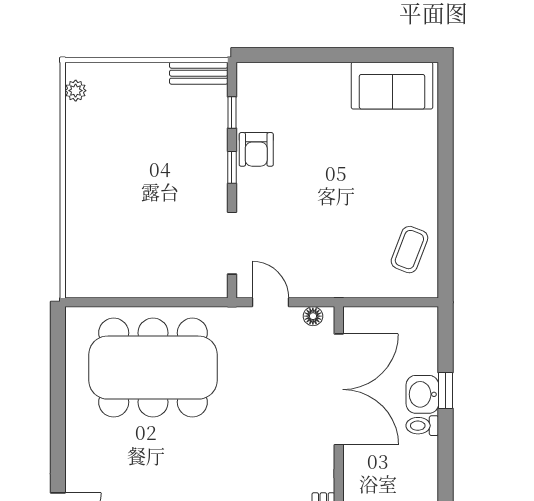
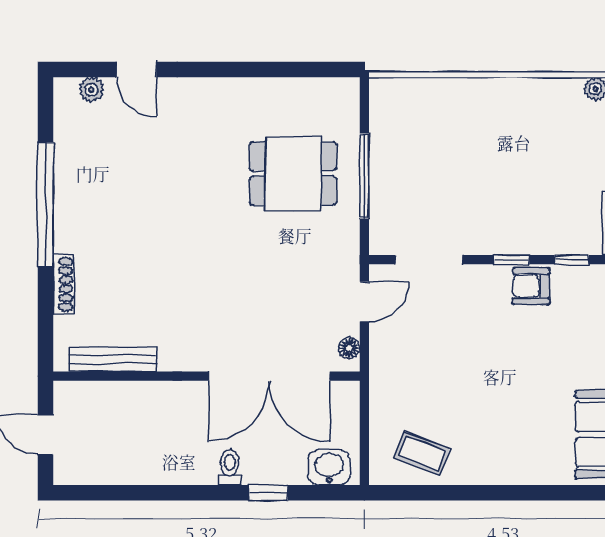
window: (155, 302) -> (364, 176), added
dining table: (153, 368) -> (293, 173), width x0.53, depth x0.80
washbasin: (422, 394) -> (329, 467), moved

